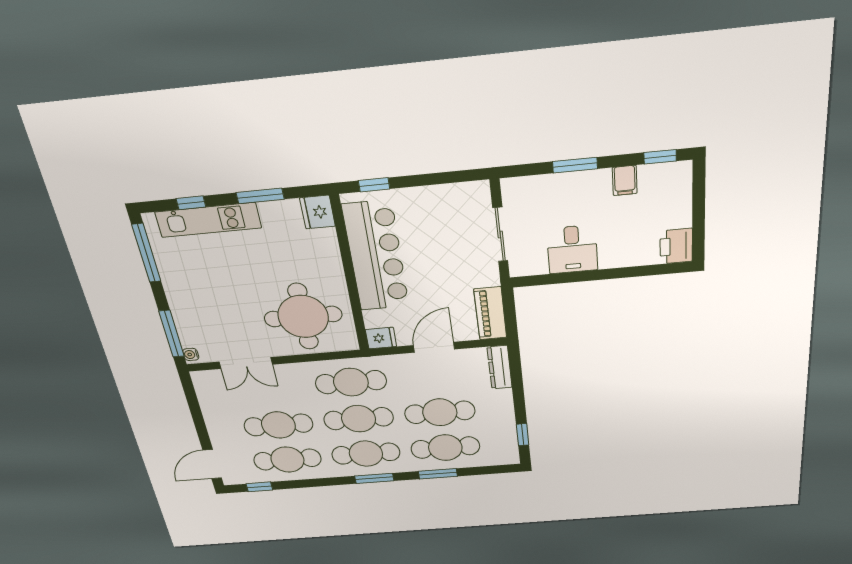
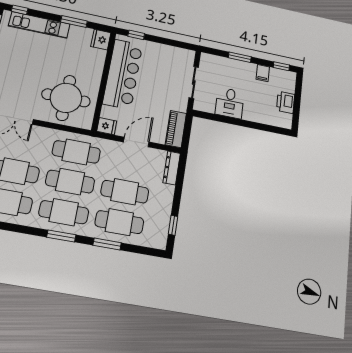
window: (191, 203) -> (20, 10), moved
printer: (676, 246) -> (286, 102), moved

